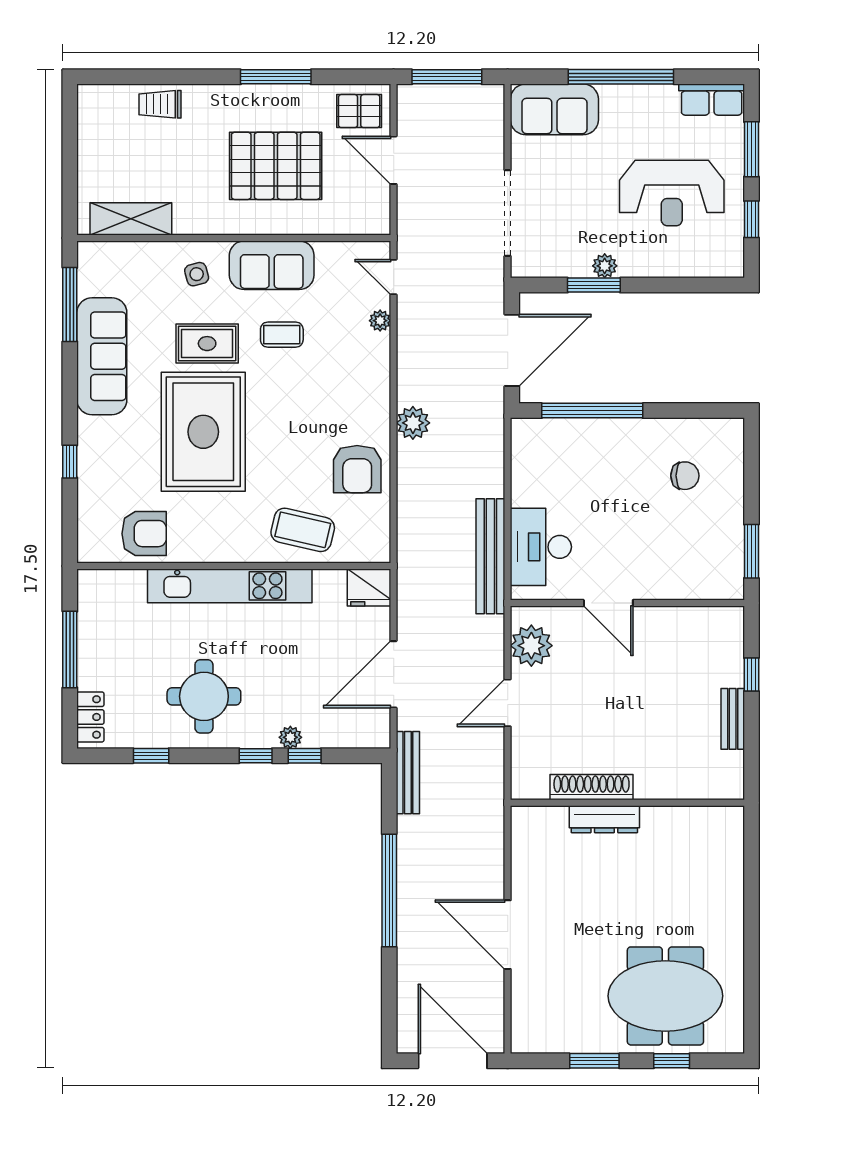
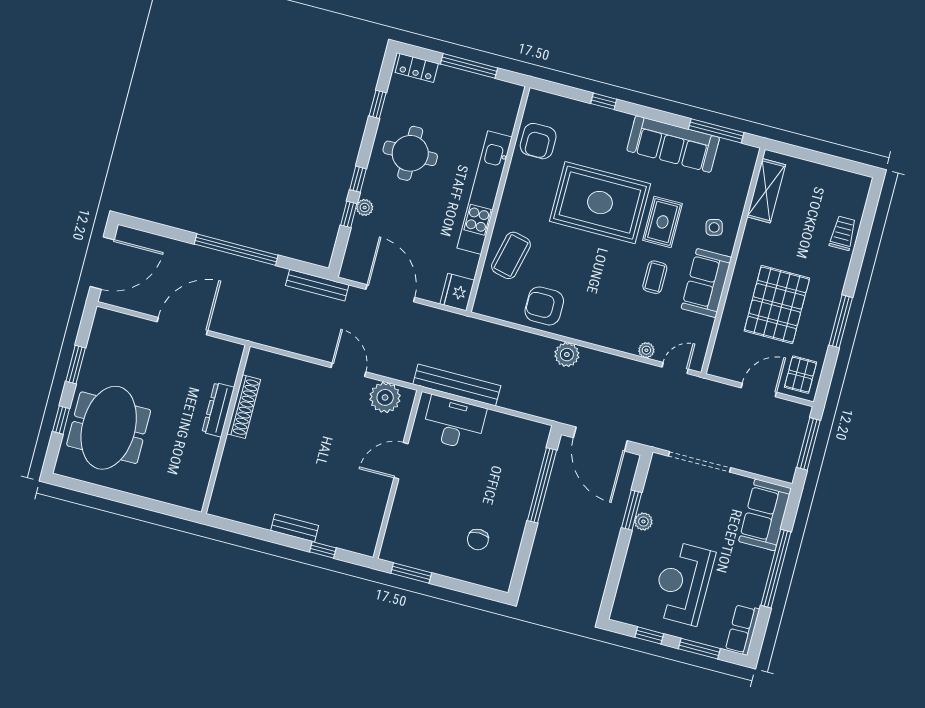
shoe rack: (592, 787) -> (244, 407), moved
wall: (627, 803) -> (226, 429), moved
dresser: (604, 819) -> (218, 410), moved

